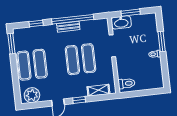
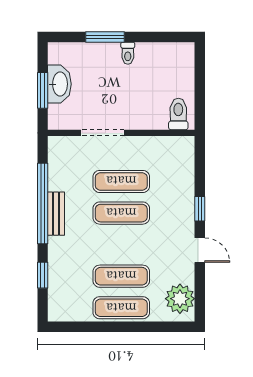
washbasin: (121, 22) -> (59, 84), moved
window: (11, 44) -> (76, 327), removed
shelving: (98, 90) -> (185, 169), removed

